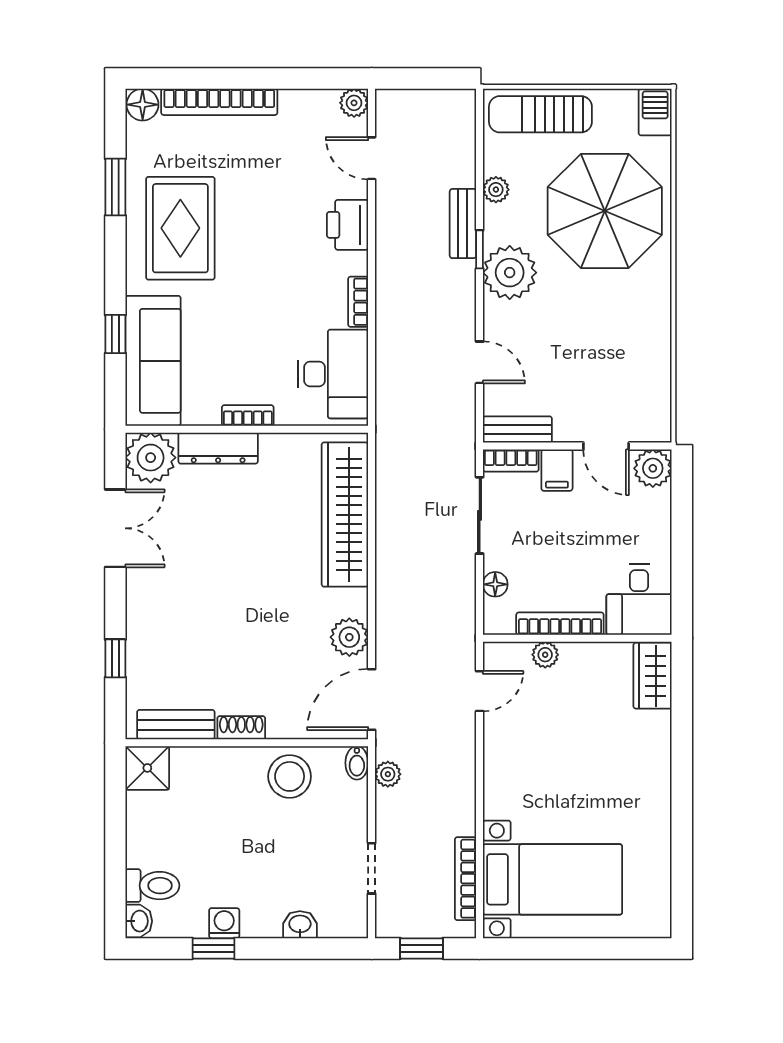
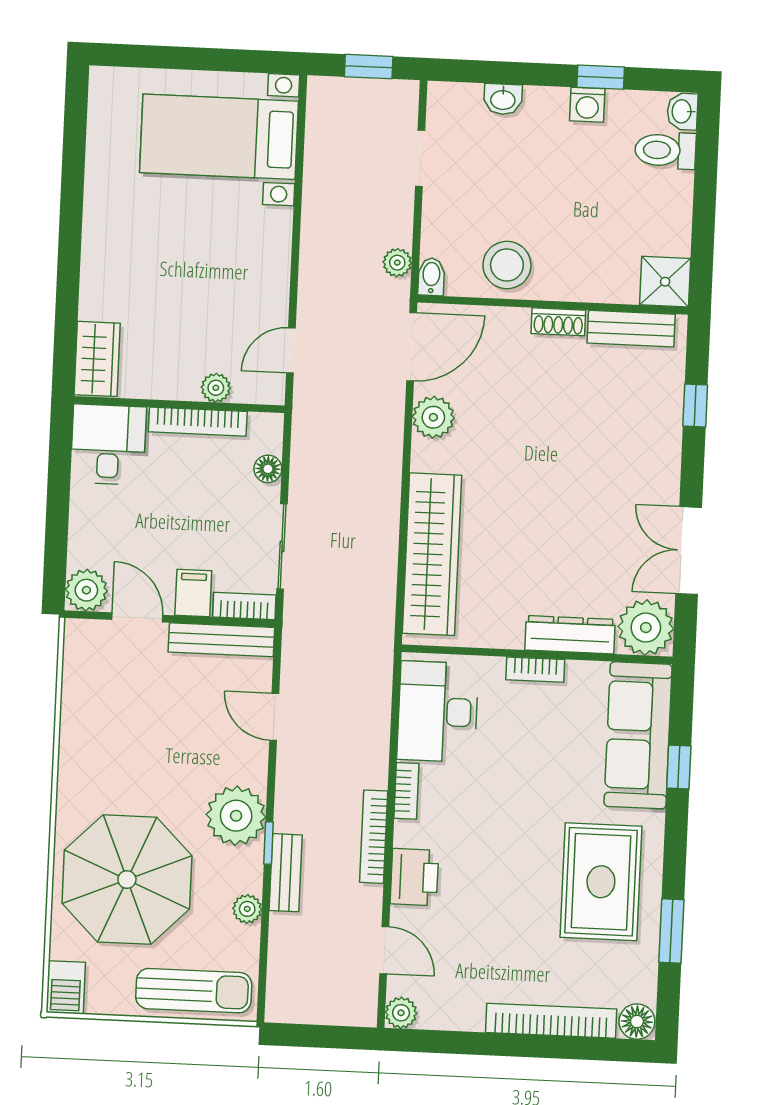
bench: (517, 429) -> (221, 640), width x1.36
bookcase: (465, 879) -> (374, 837), moved, turned 180

